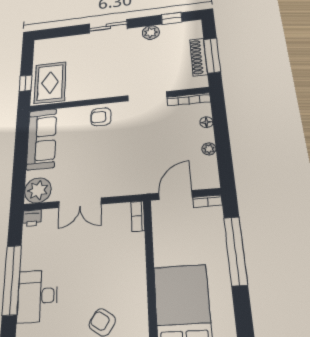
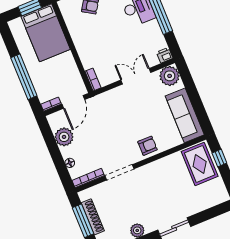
plant: (209, 149) -> (64, 137), width x1.88, depth x1.88

